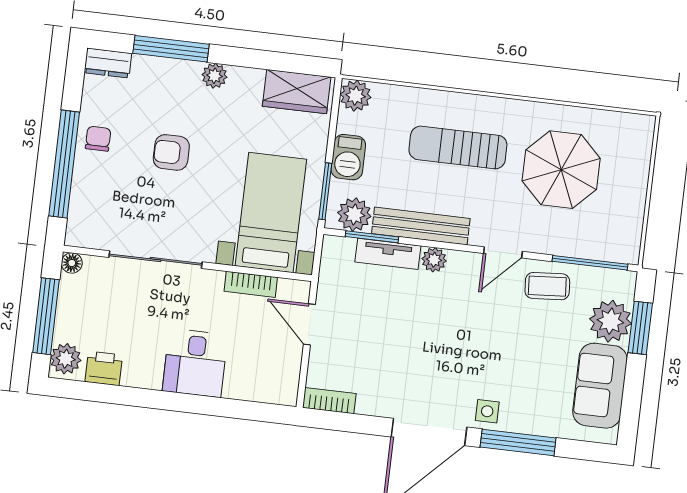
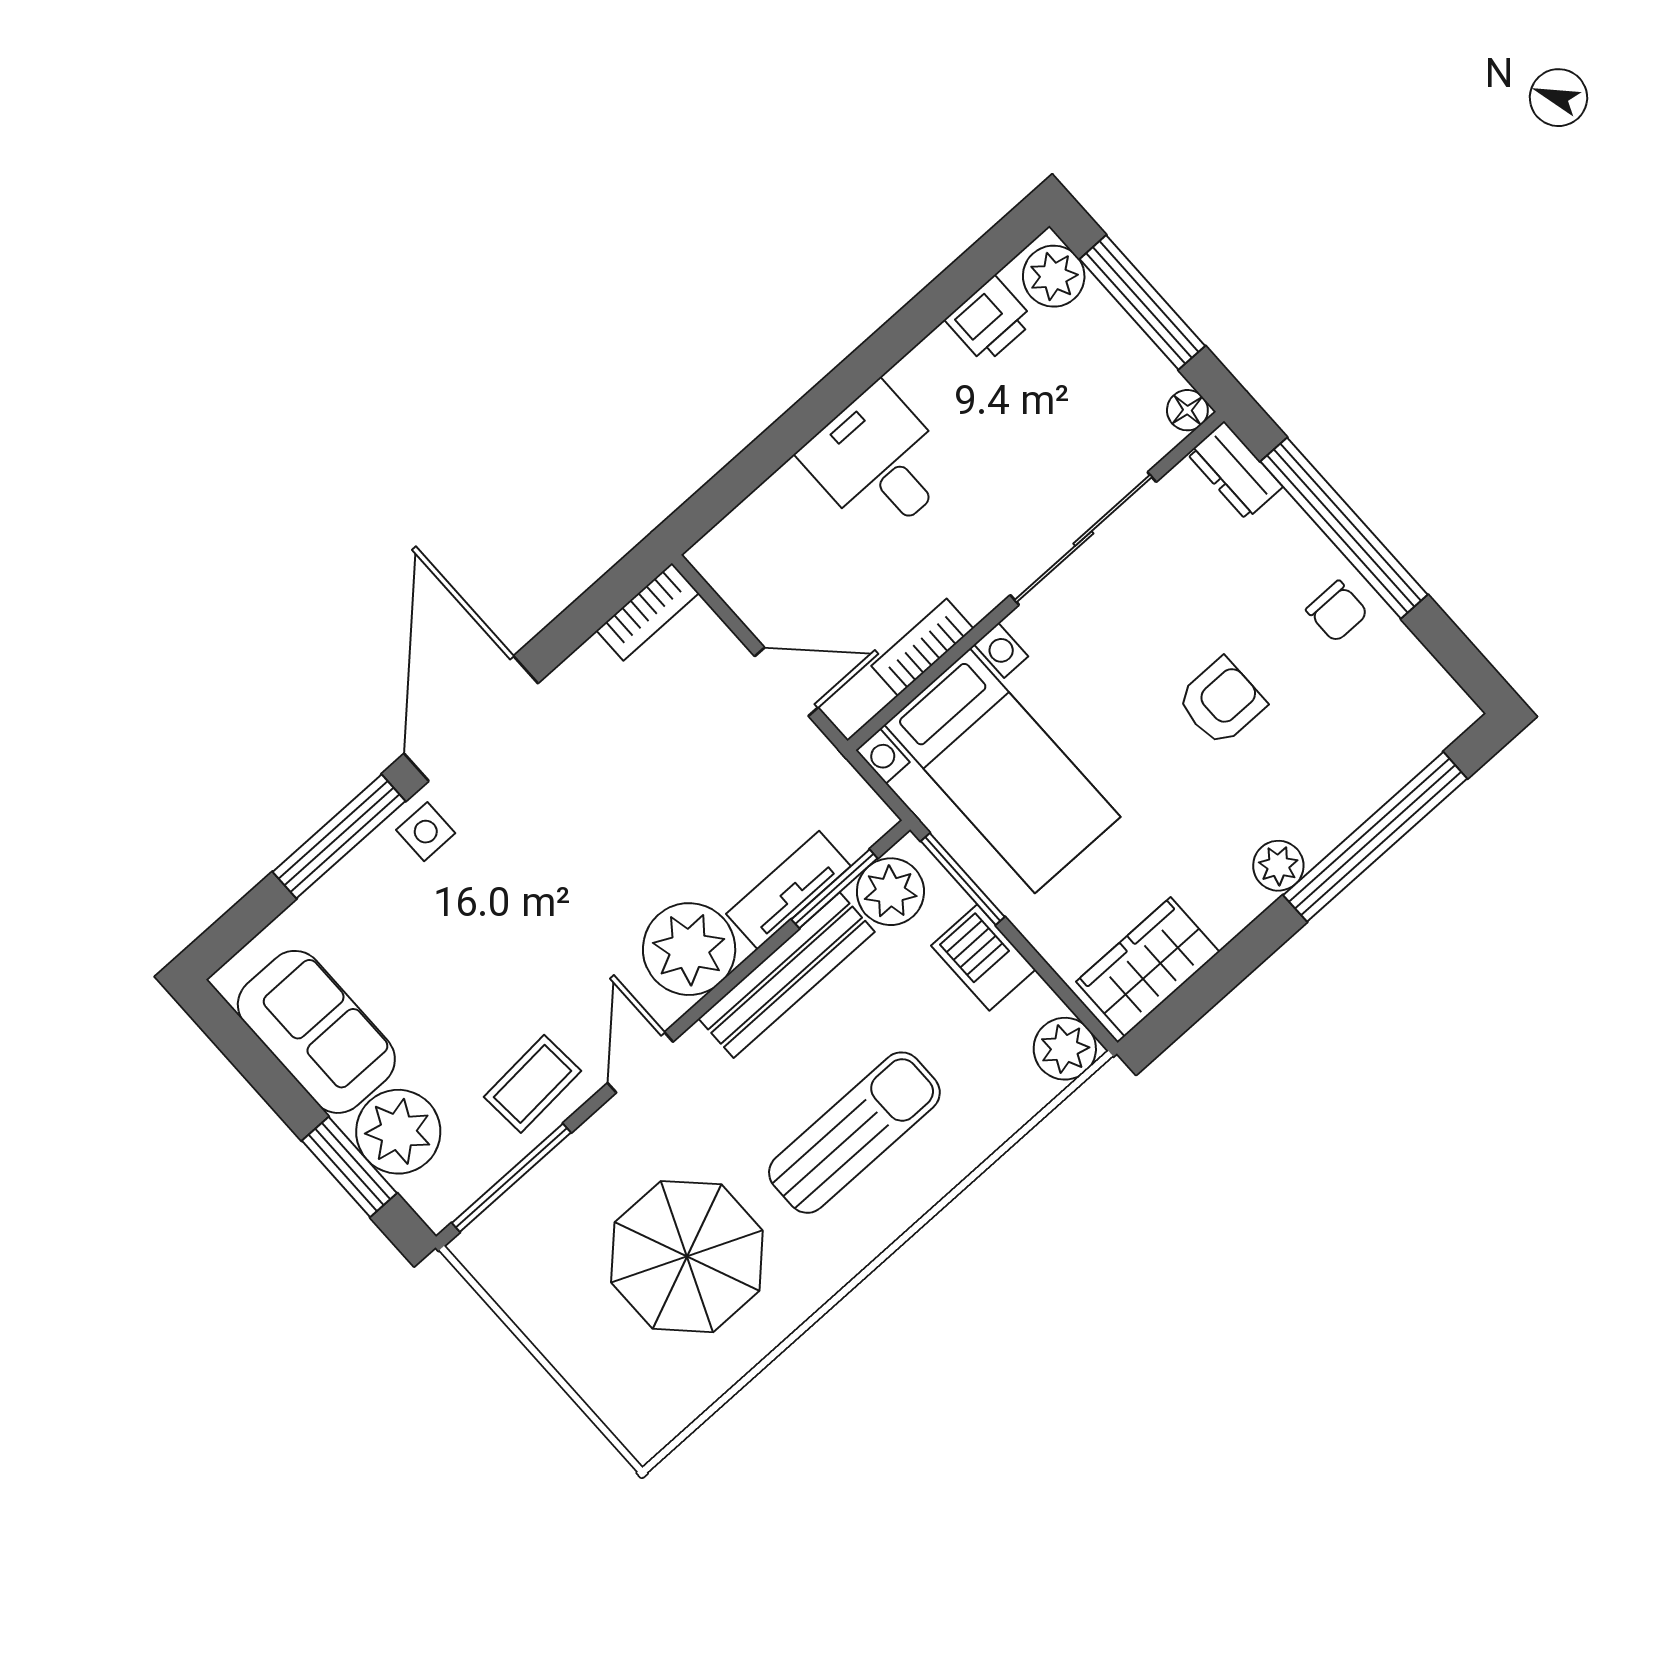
window: (171, 49) -> (1375, 837), width x1.46
dresser: (108, 63) -> (1235, 470), moved, turned -90
plant: (434, 260) -> (689, 949), width x1.88, depth x1.88

